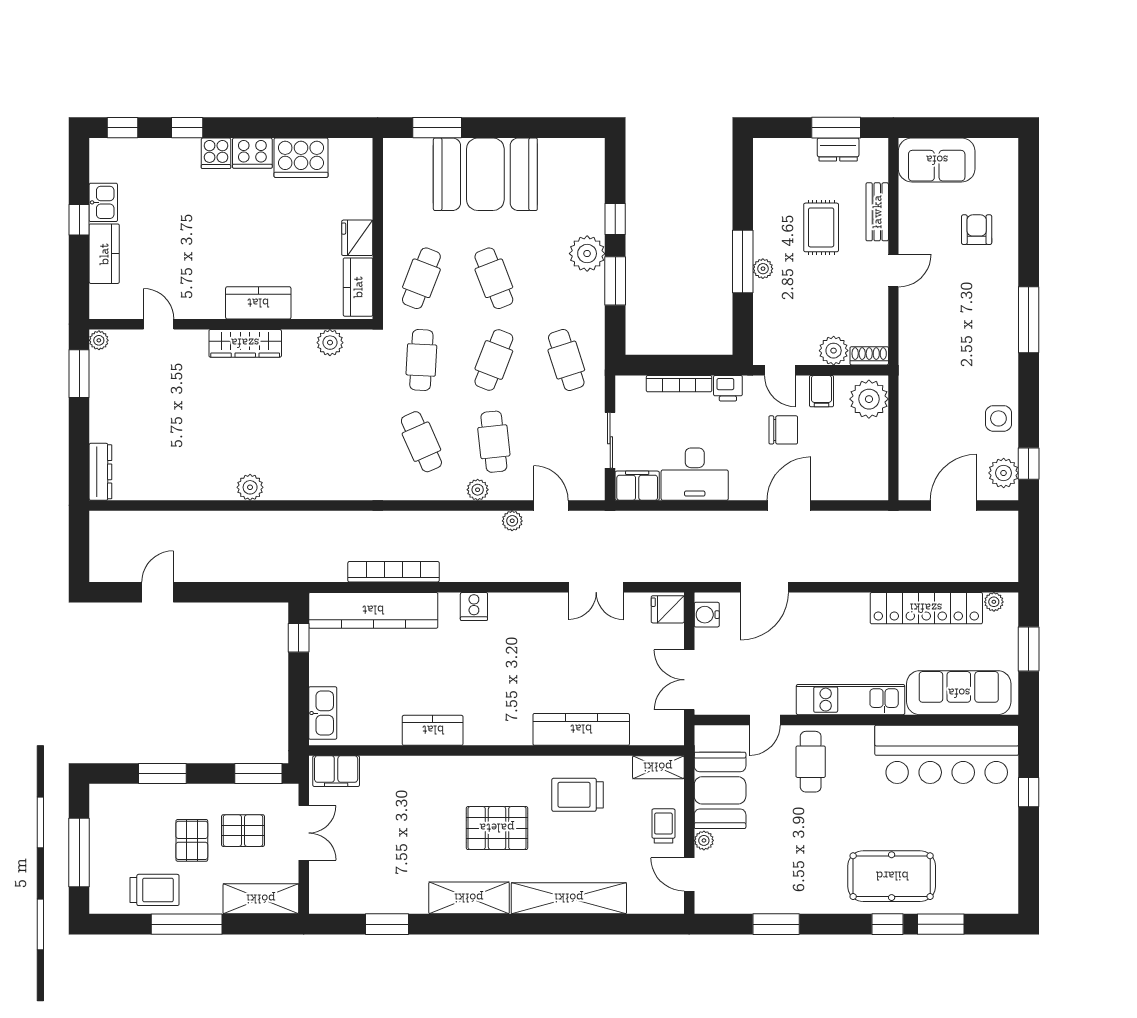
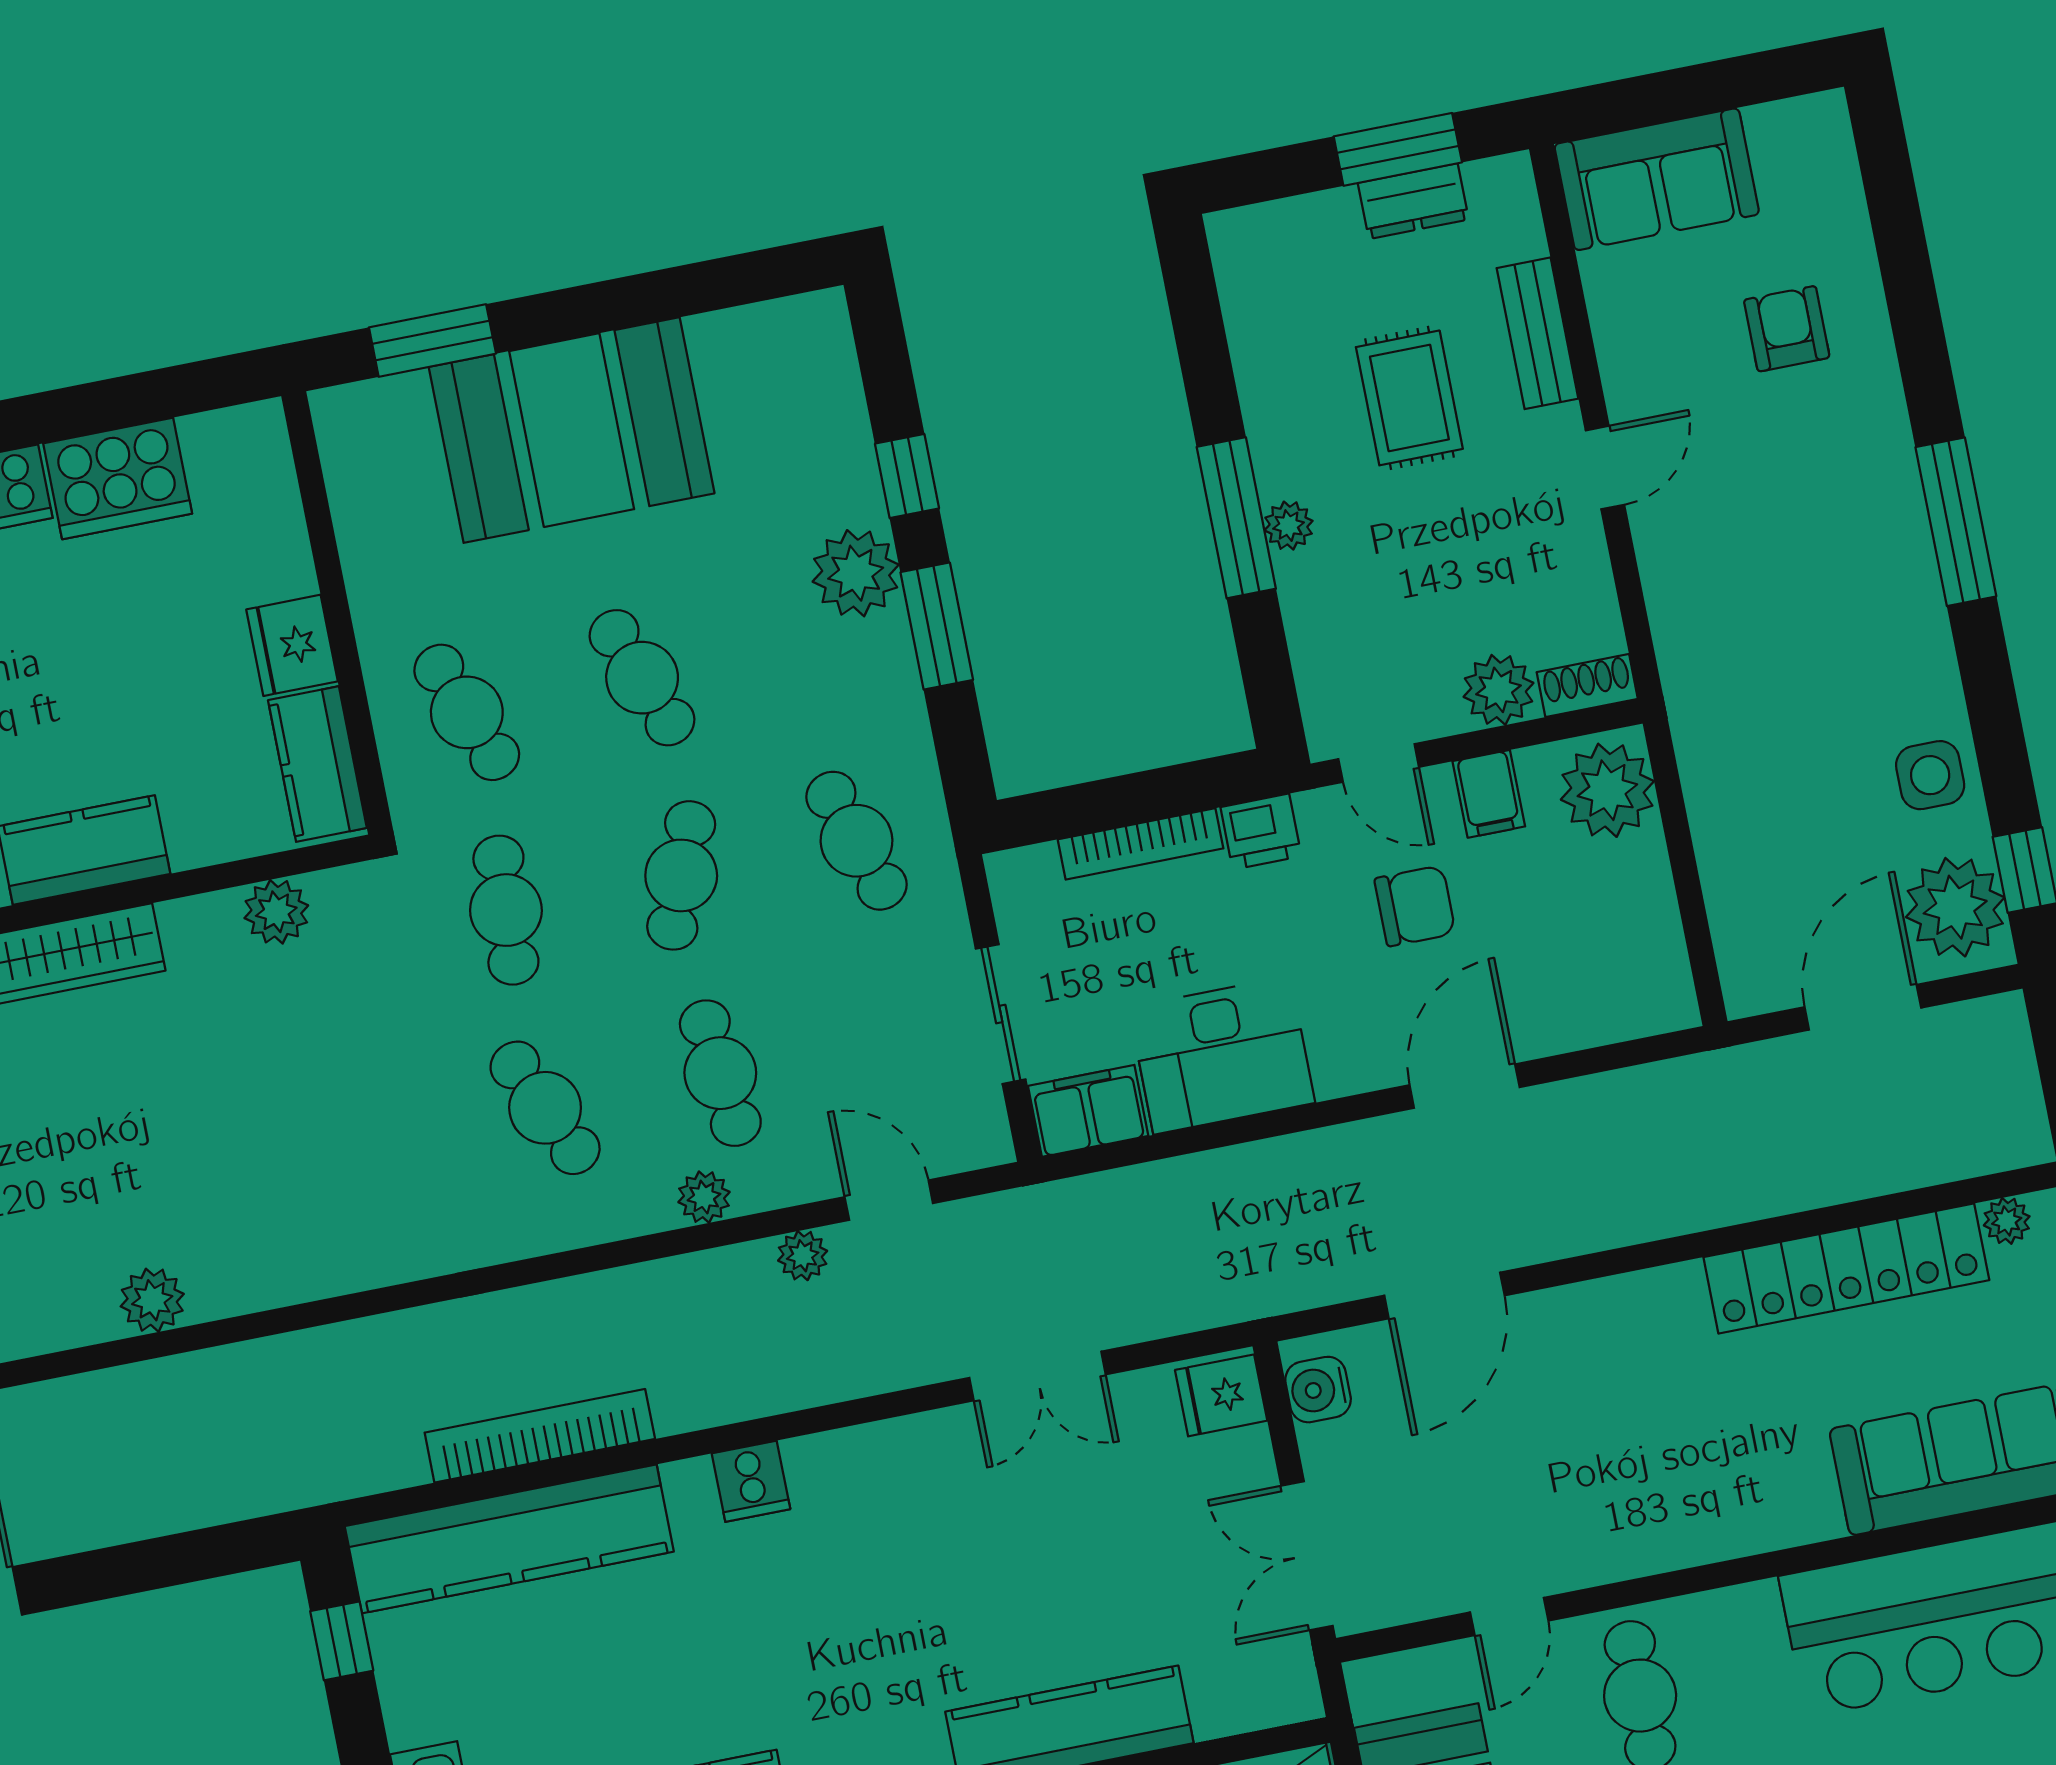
cafe table: (421, 278) -> (467, 712), turned -42
plant: (1004, 473) -> (1955, 907), width x1.36, depth x1.36
kitchen unit: (851, 700) -> (1707, 1526), removed

